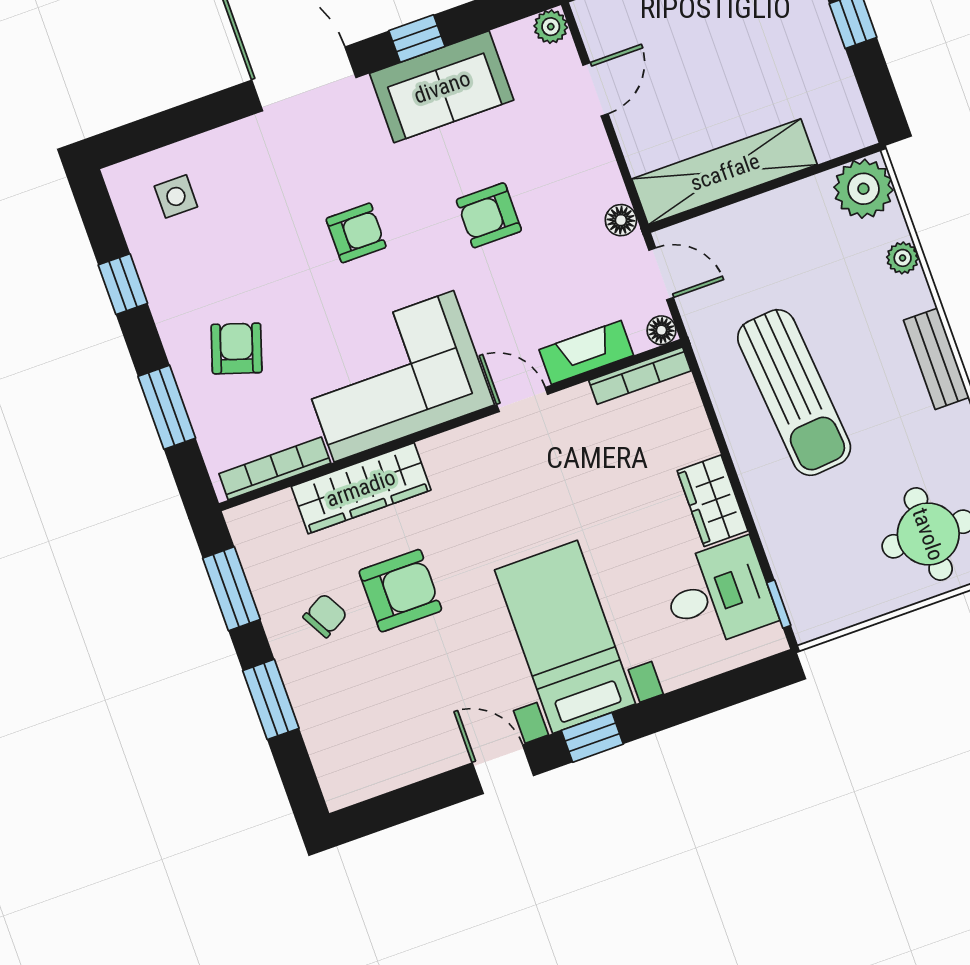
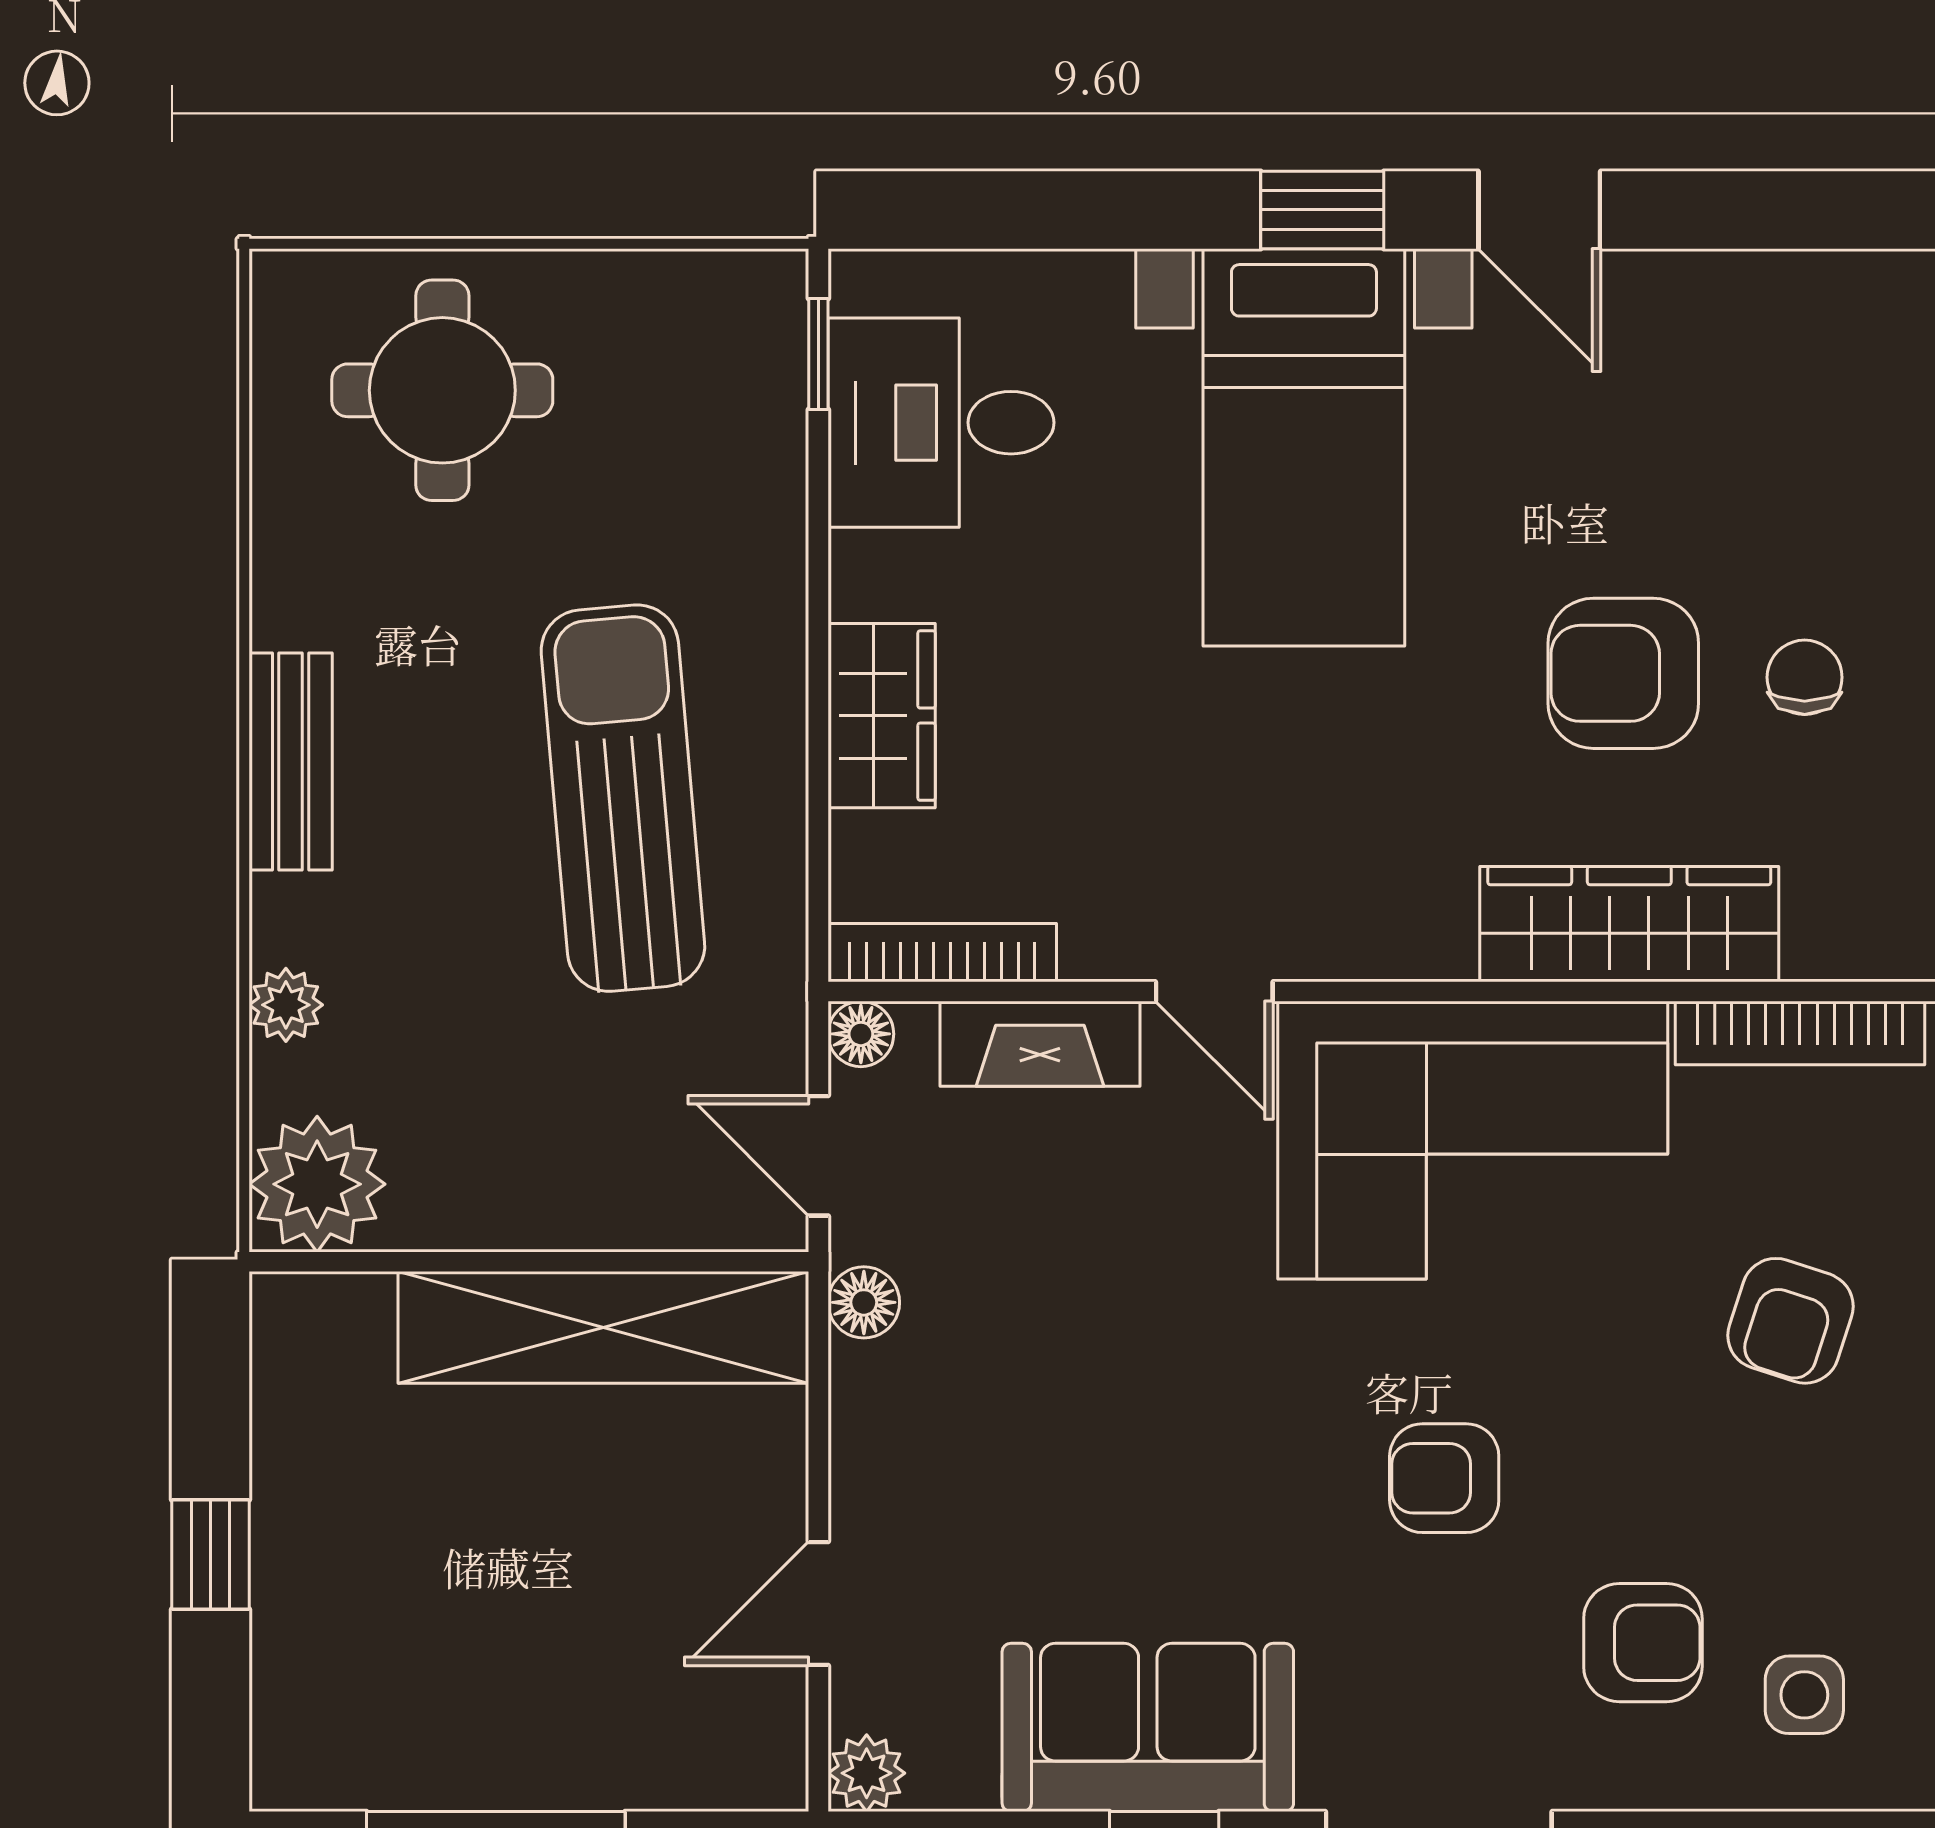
armchair: (489, 215) -> (1643, 1643), moved
wardrobe: (713, 501) -> (882, 716), moved
chair: (325, 616) -> (1805, 677), turned 119

